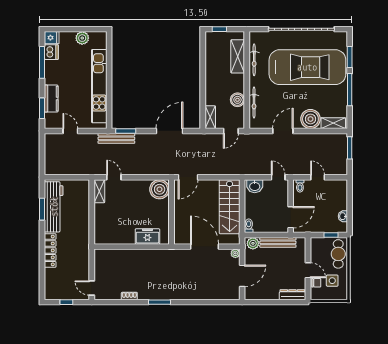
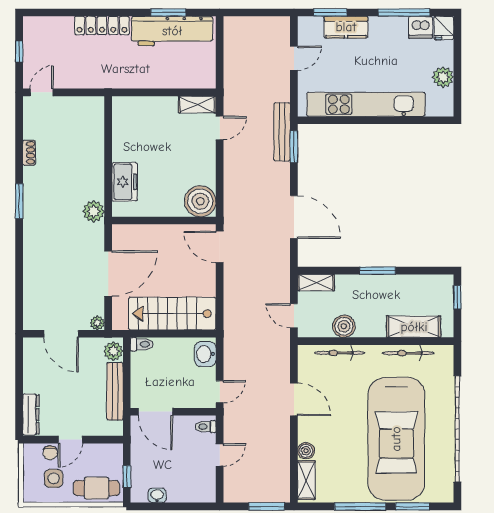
window: (203, 79) -> (378, 271), added
boiler: (310, 119) -> (306, 451), width x0.54, depth x0.54
plant: (166, 256) -> (94, 211), added

